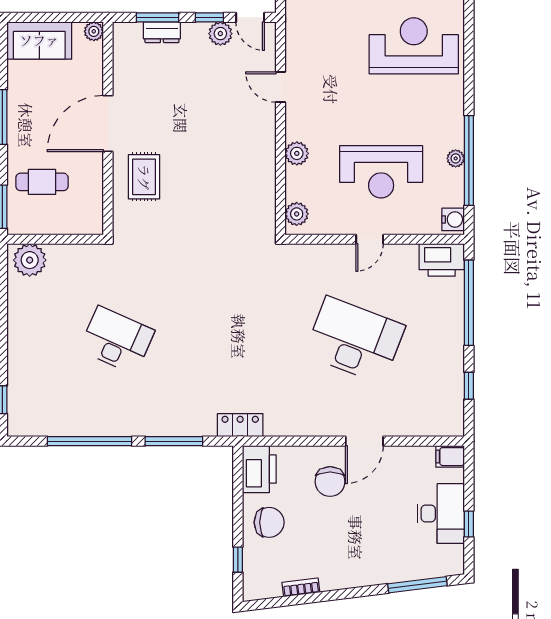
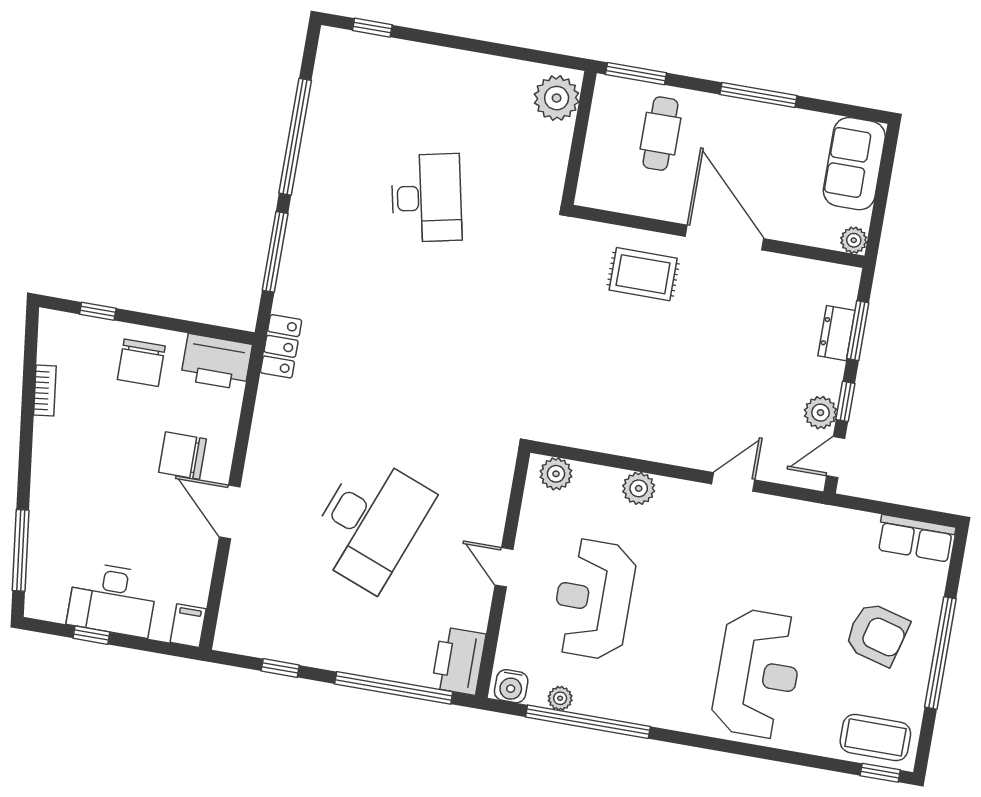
plant: (456, 158) -> (560, 698), moved
desk: (117, 340) -> (426, 198), turned -36

